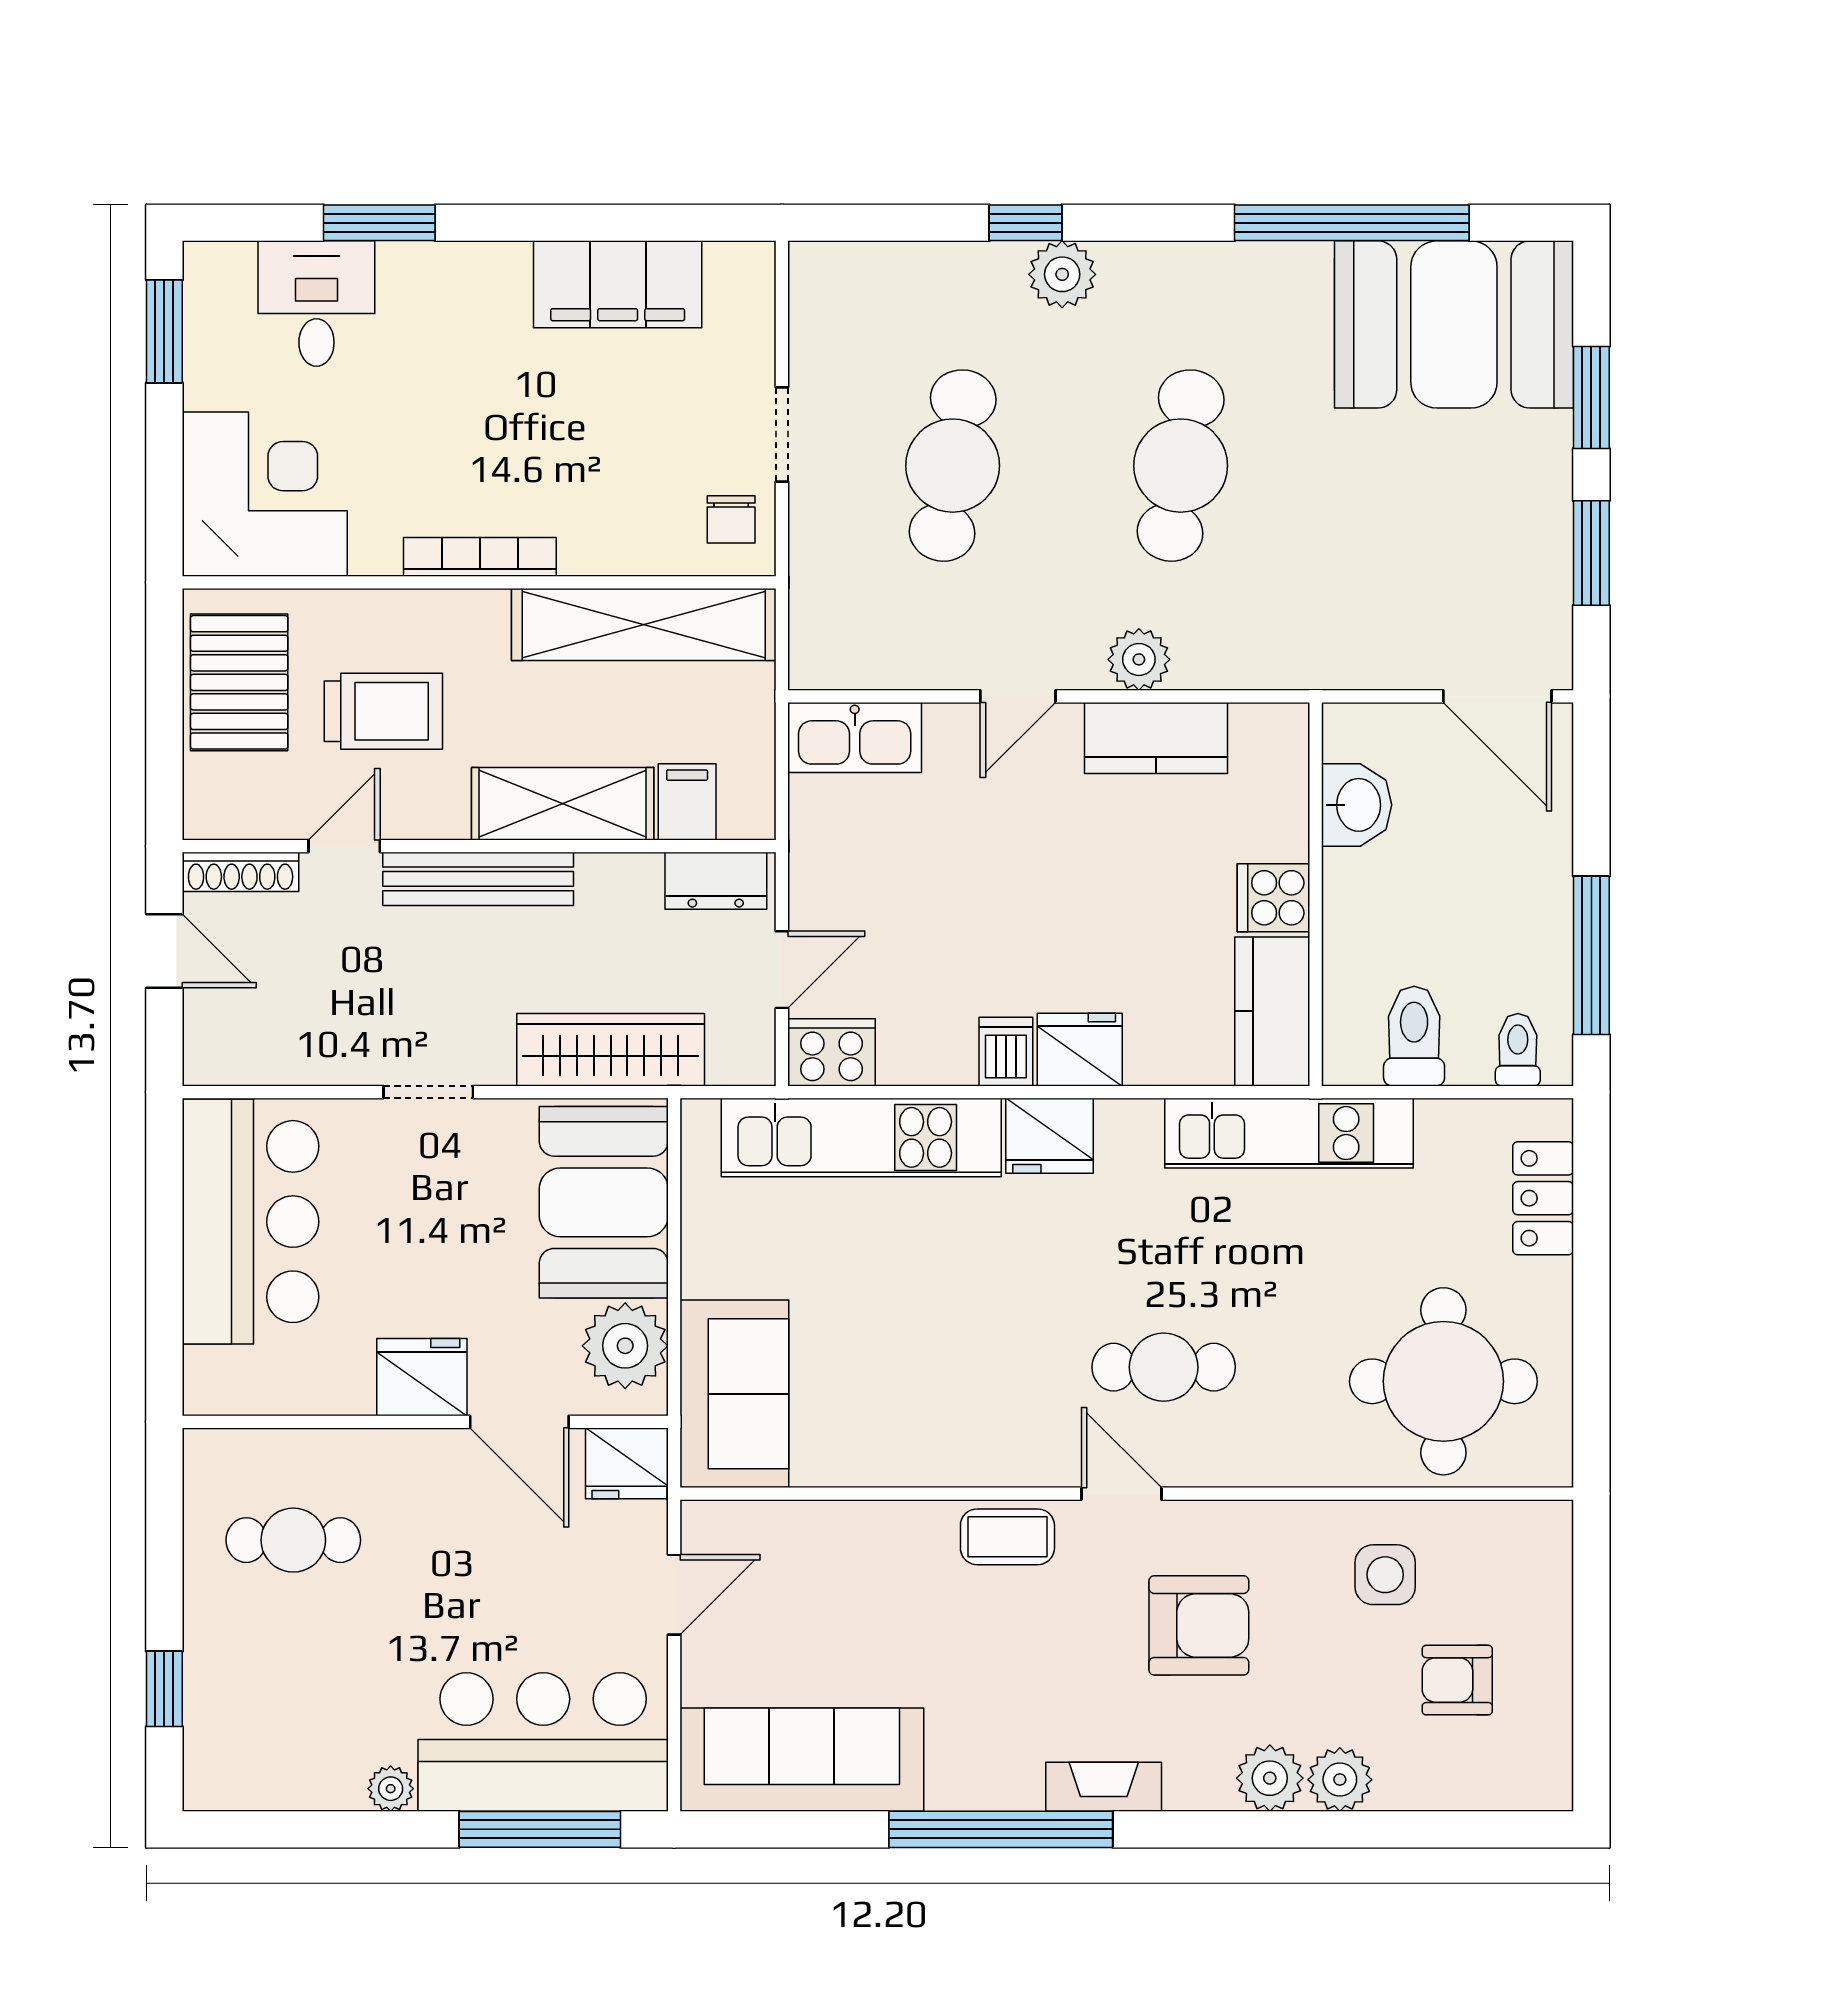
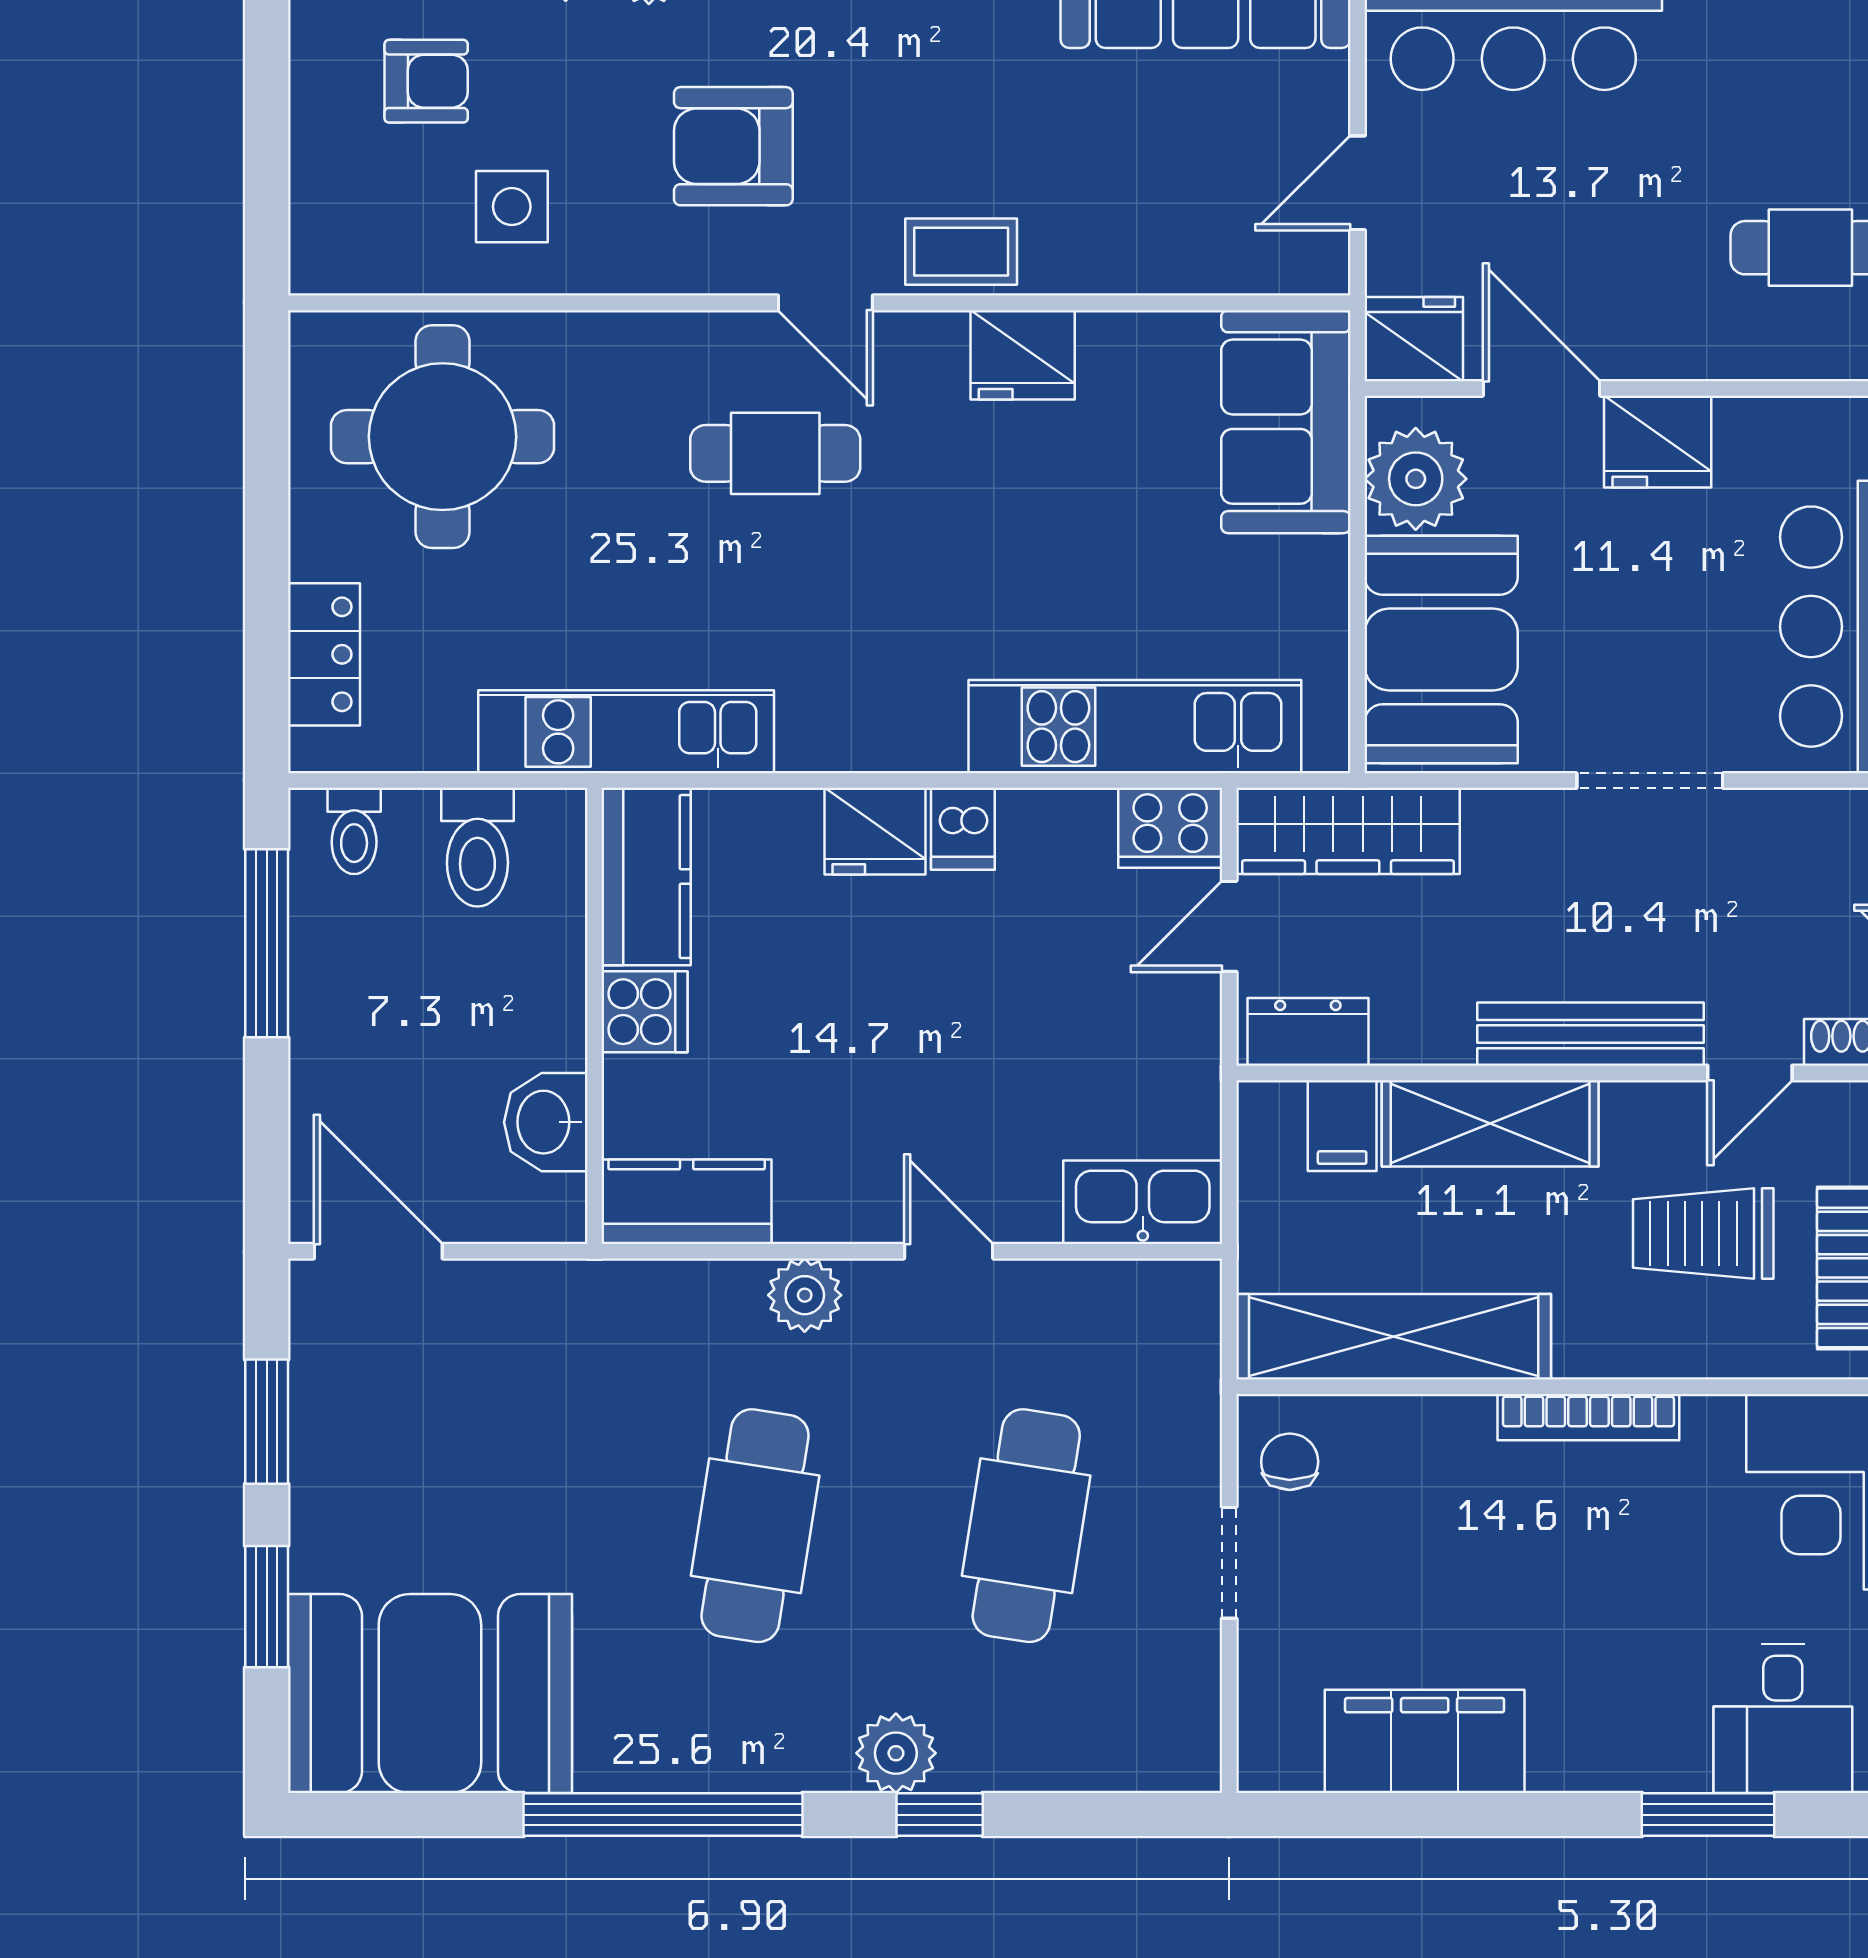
window: (1352, 223) -> (663, 1815), moved
door: (1018, 696) -> (949, 1251), hinge flipped
kitchen counter: (1156, 738) -> (687, 1202), moved
wardrobe: (611, 1050) -> (1348, 831), moved
doorway: (428, 1092) -> (1650, 781), width x1.38
fridge: (1050, 1136) -> (1023, 355), moved, turned 180

